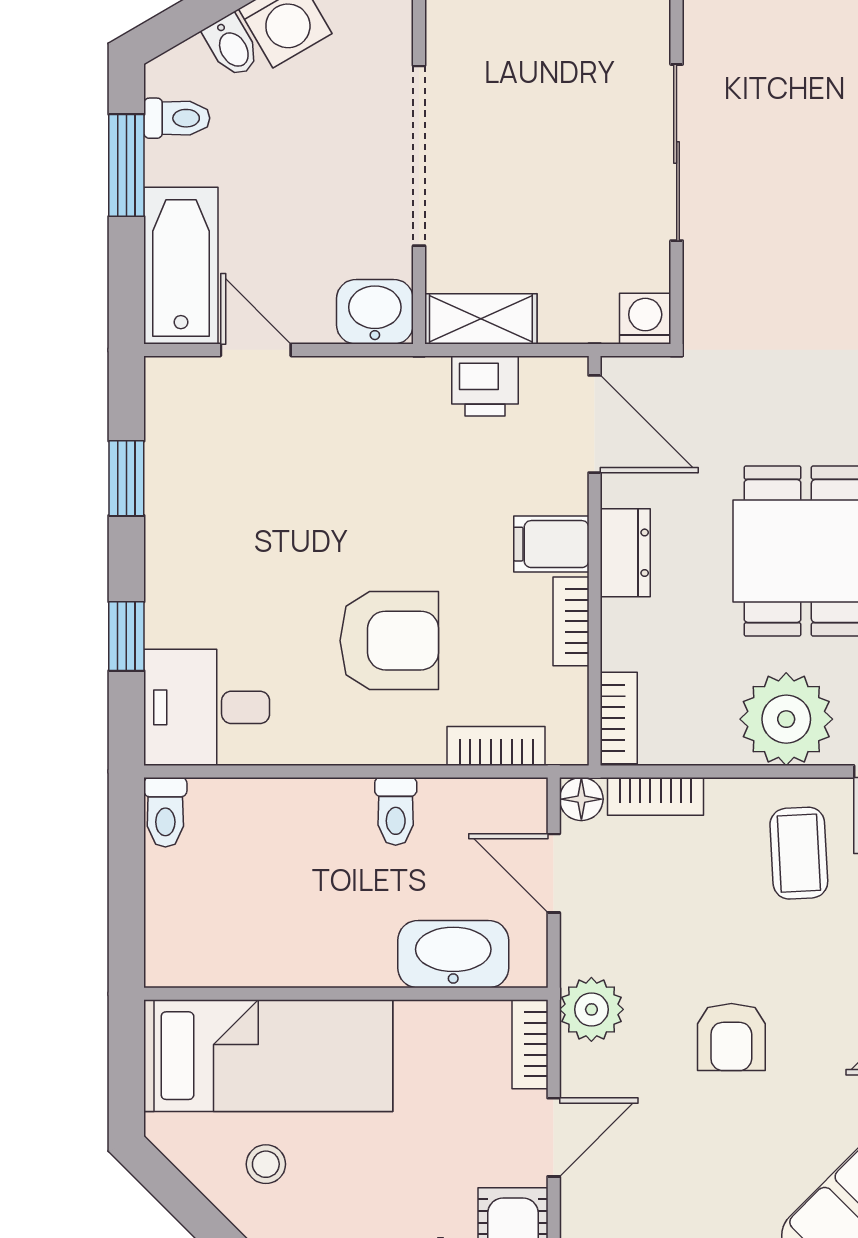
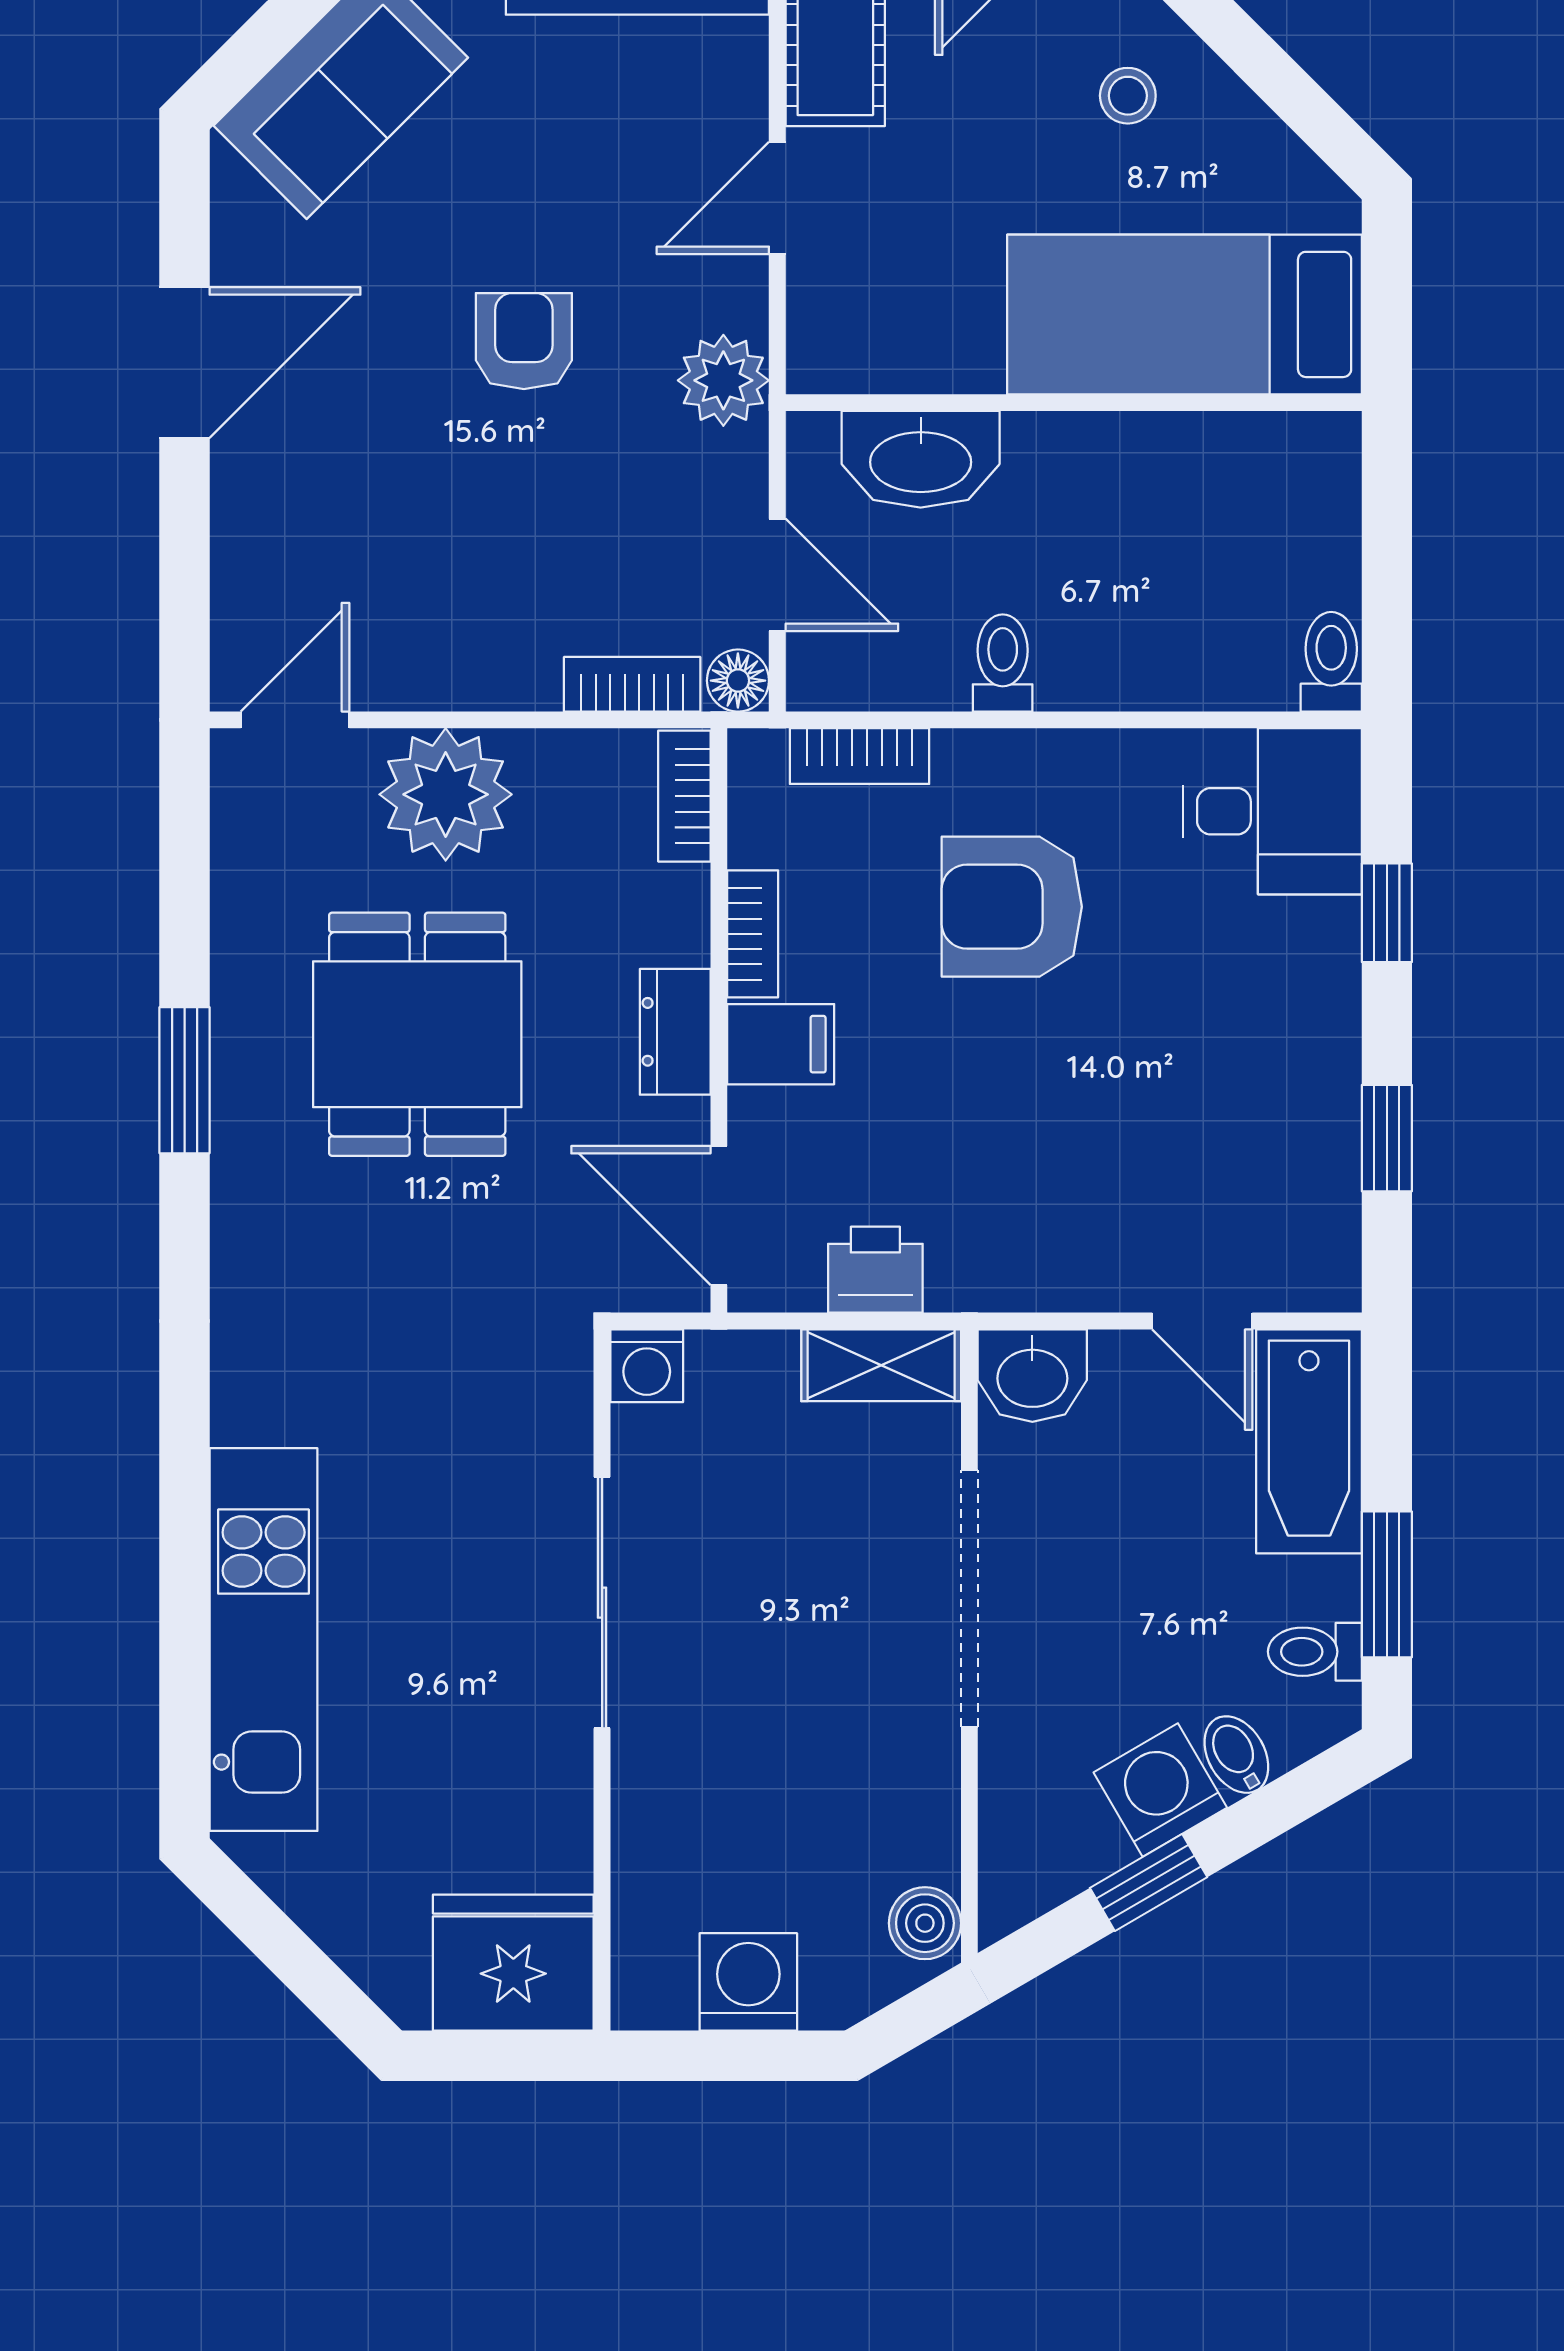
coffee table: (799, 853) -> (428, 603), removed
bookcase: (530, 1044) -> (811, 331), removed
stool: (266, 1164) -> (1128, 96), moved

